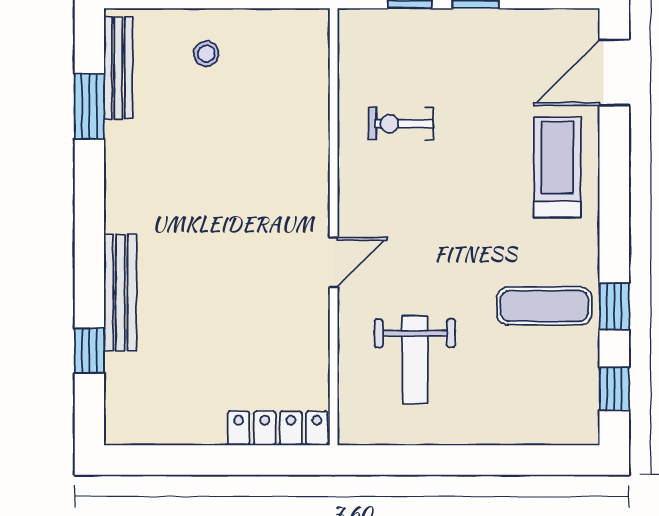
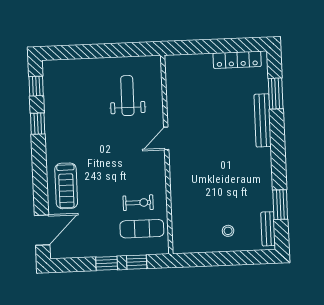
bench: (118, 68) -> (268, 229), width x0.73
exercise mat: (544, 306) -> (142, 229), moved
window: (89, 351) -> (276, 94), width x1.50
locker: (278, 428) -> (237, 60), moved

